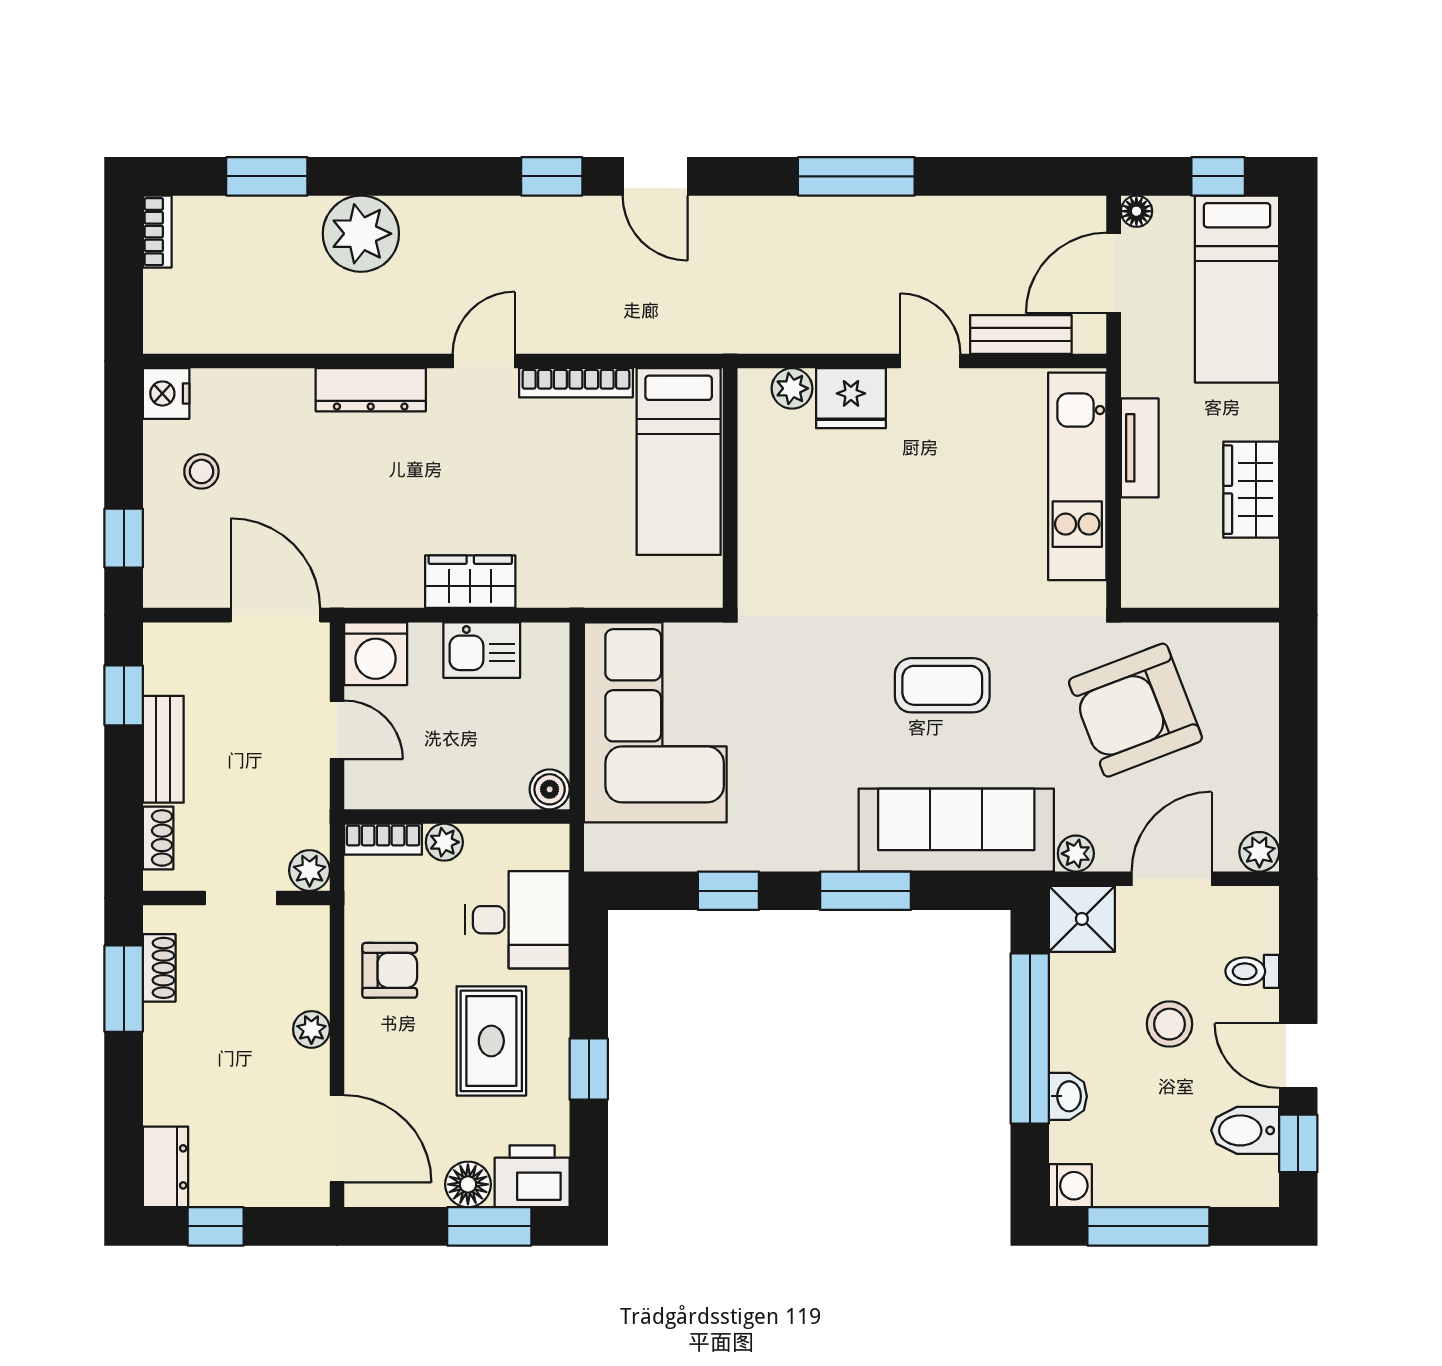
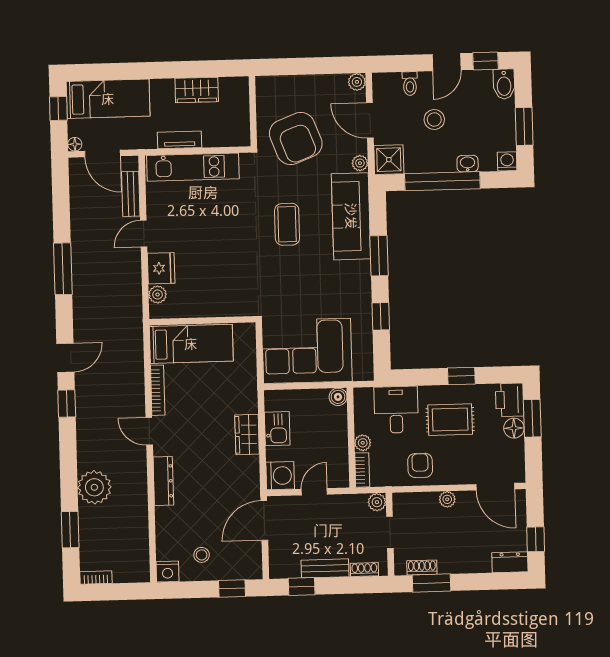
bidet: (1245, 1130) -> (504, 84), moved
door: (337, 1139) -> (495, 487), swing flipped
window: (1148, 1226) -> (524, 126), width x0.69

